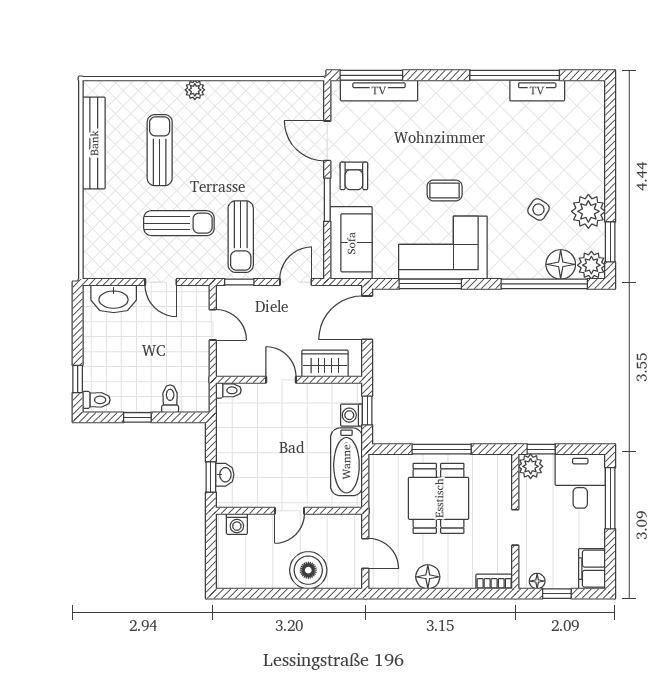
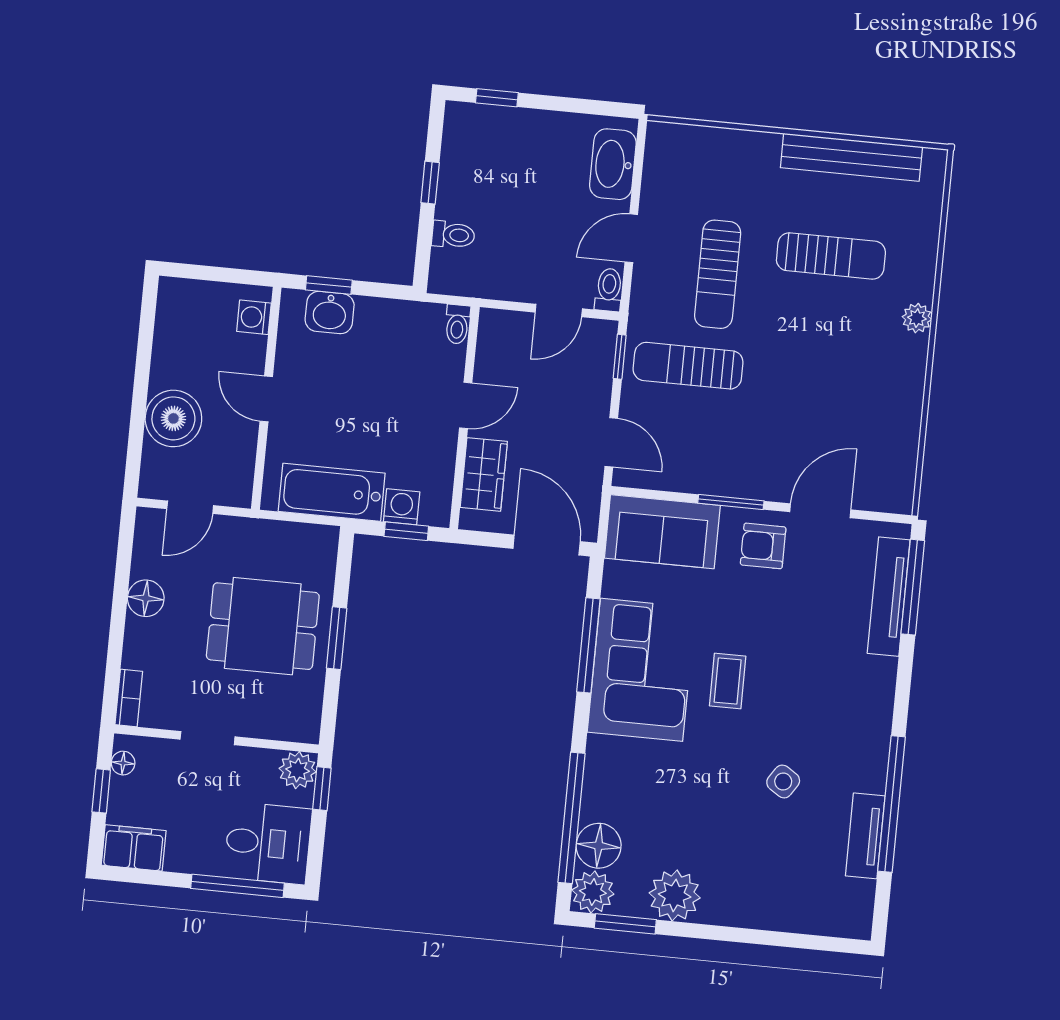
side table: (538, 209) -> (783, 781), moved
toilet: (96, 400) -> (609, 290), moved, turned 180
window: (442, 449) -> (337, 638), width x0.69
washbasin: (225, 475) -> (330, 313), width x1.38, depth x1.45

